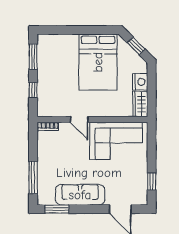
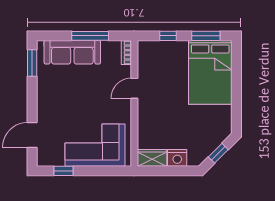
bed: (98, 62) -> (210, 72), moved, turned -90
corner sofa: (116, 141) -> (95, 145), moved, turned 90
window: (33, 177) -> (90, 36), moved
sofa: (80, 195) -> (72, 52), moved, turned 90

